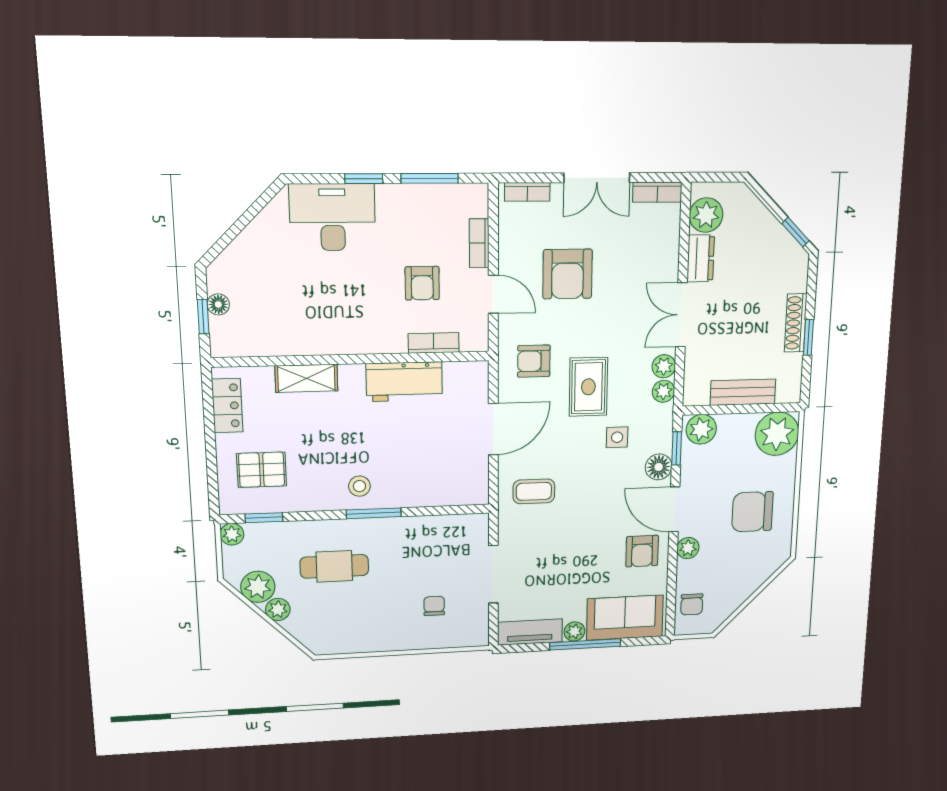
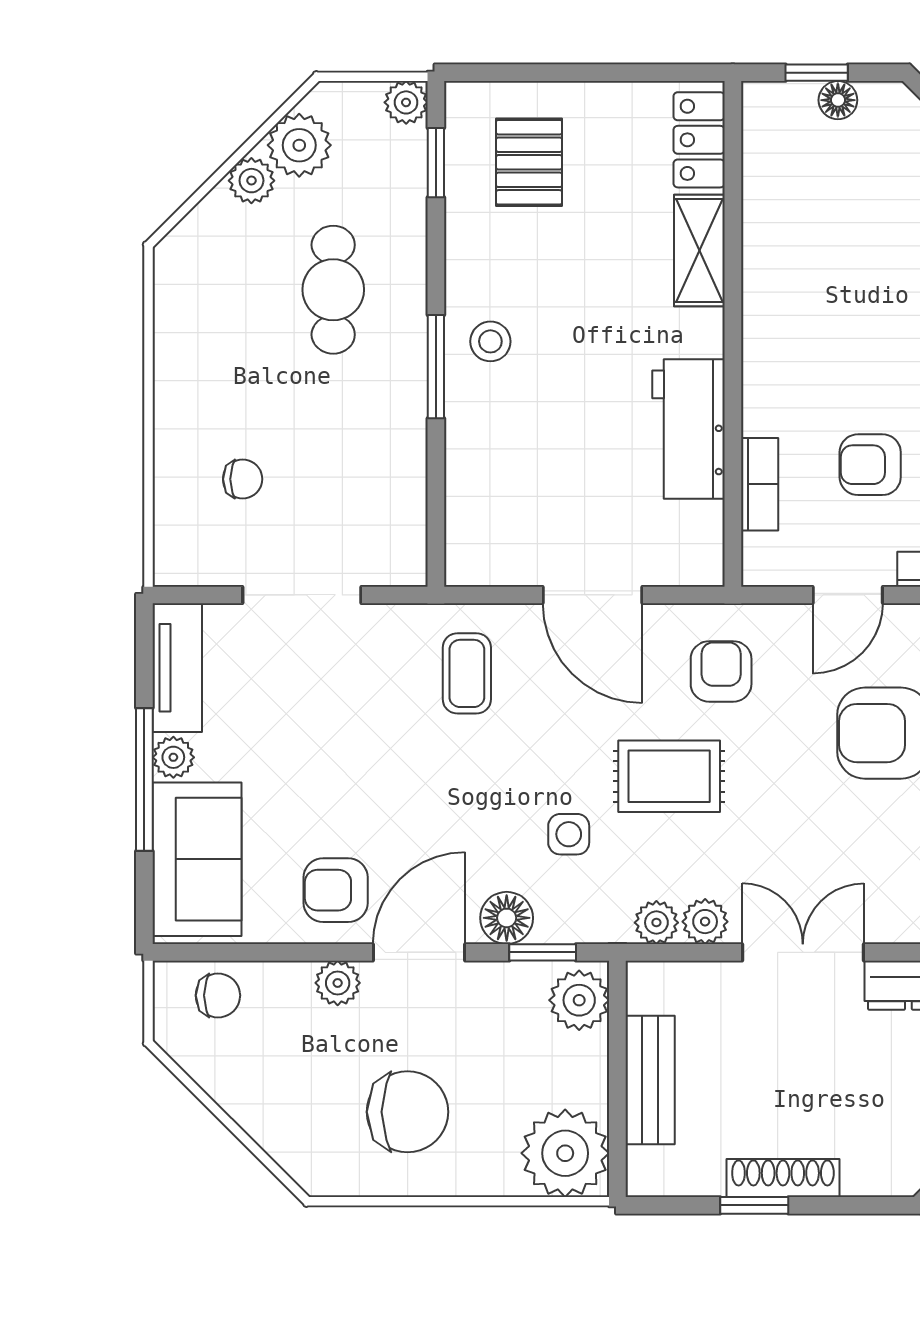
locker: (227, 406) -> (699, 140), moved, turned 90
chair: (752, 512) -> (407, 1112), turned 90
chair: (692, 604) -> (218, 995), turned 180

